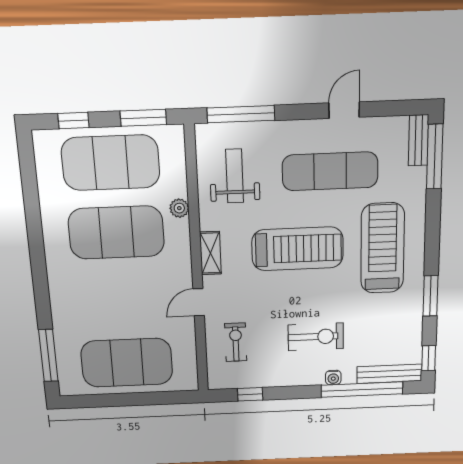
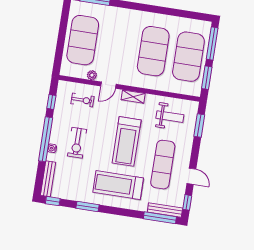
window: (397, 108) -> (187, 202), added
window: (241, 114) -> (199, 126), width x0.69
window: (73, 120) -> (212, 44), width x2.17
bench: (419, 140) -> (165, 210), width x1.36
plant: (179, 208) -> (92, 75), moved
treadmill: (383, 248) -> (118, 185), turned 180
door: (199, 302) -> (108, 85), swing flipped
window: (362, 390) -> (46, 139), moved

